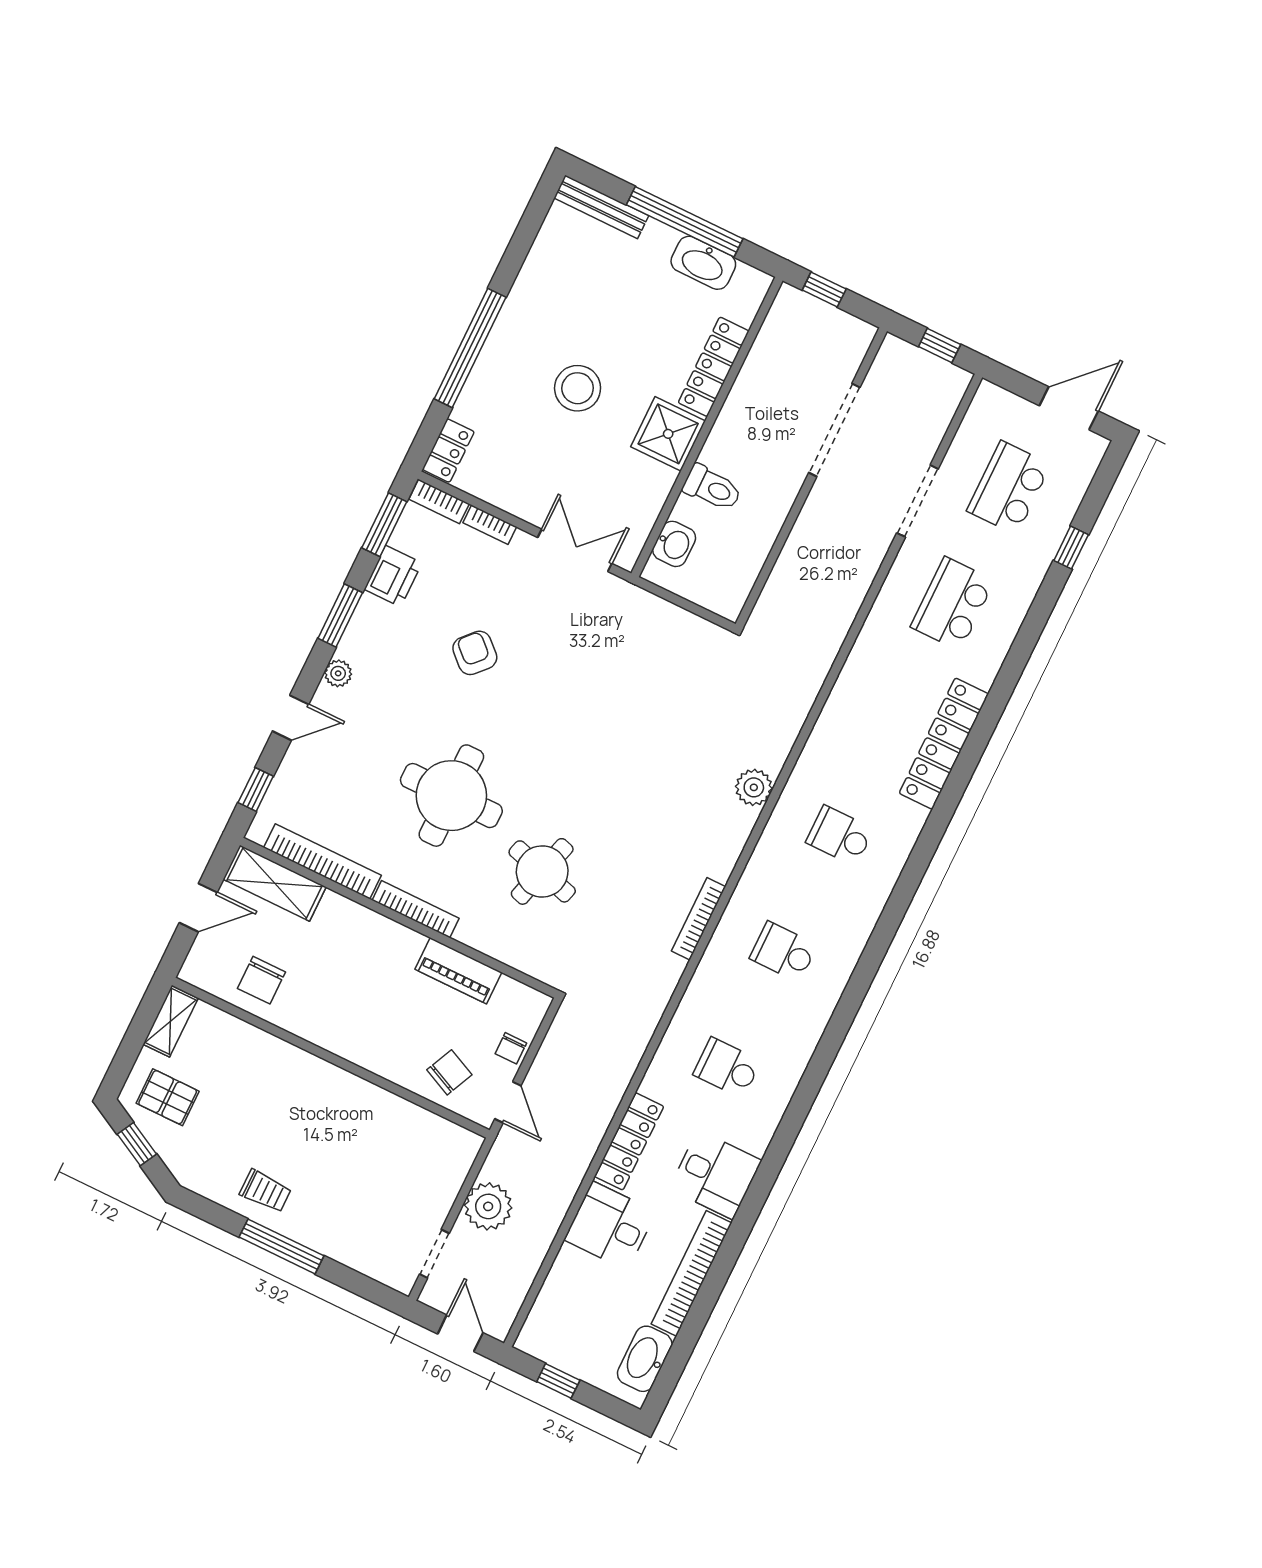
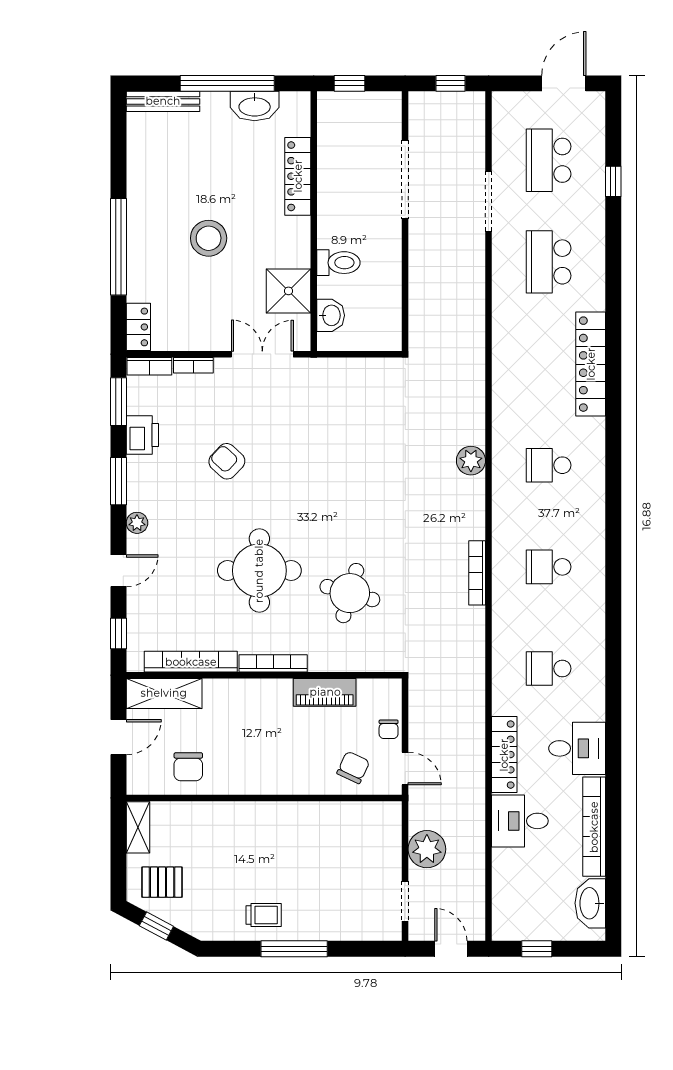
shower: (668, 434) -> (289, 291), moved

